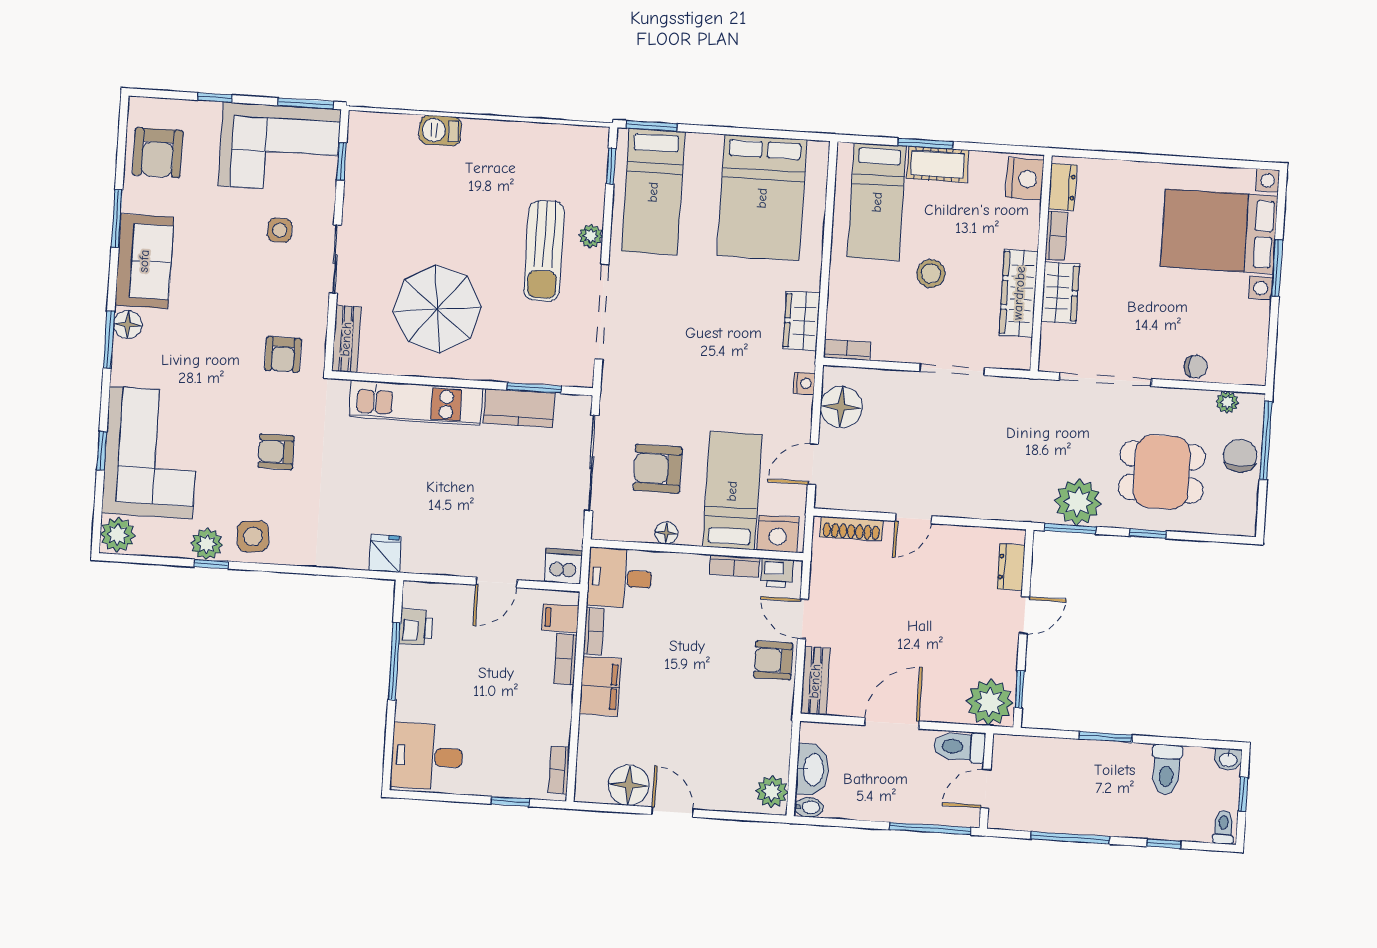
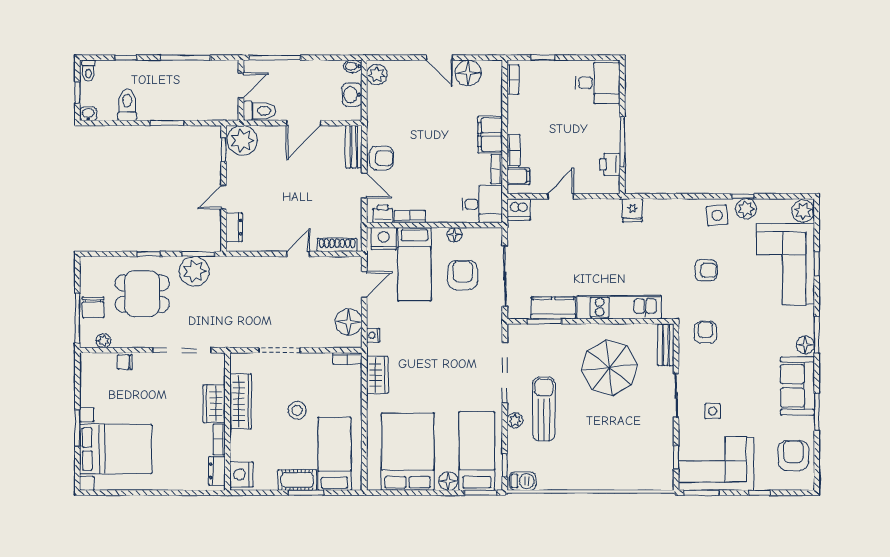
barbecue: (440, 130) -> (523, 481), moved
floor lamp: (701, 147) -> (448, 481), added
armchair: (658, 469) -> (463, 275), turned -90
washbasin: (812, 770) -> (352, 95), width x0.72

